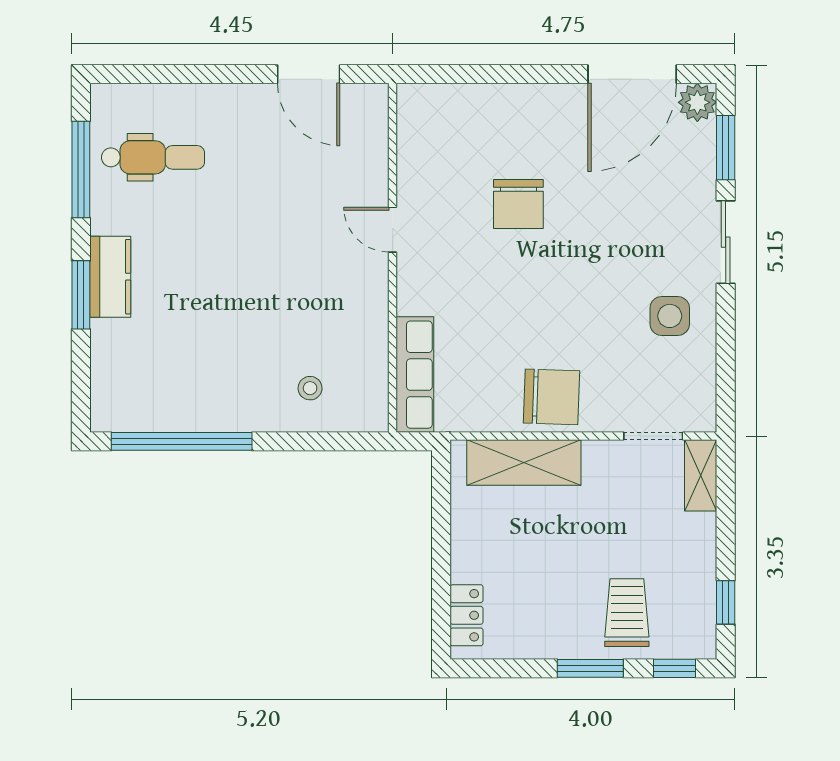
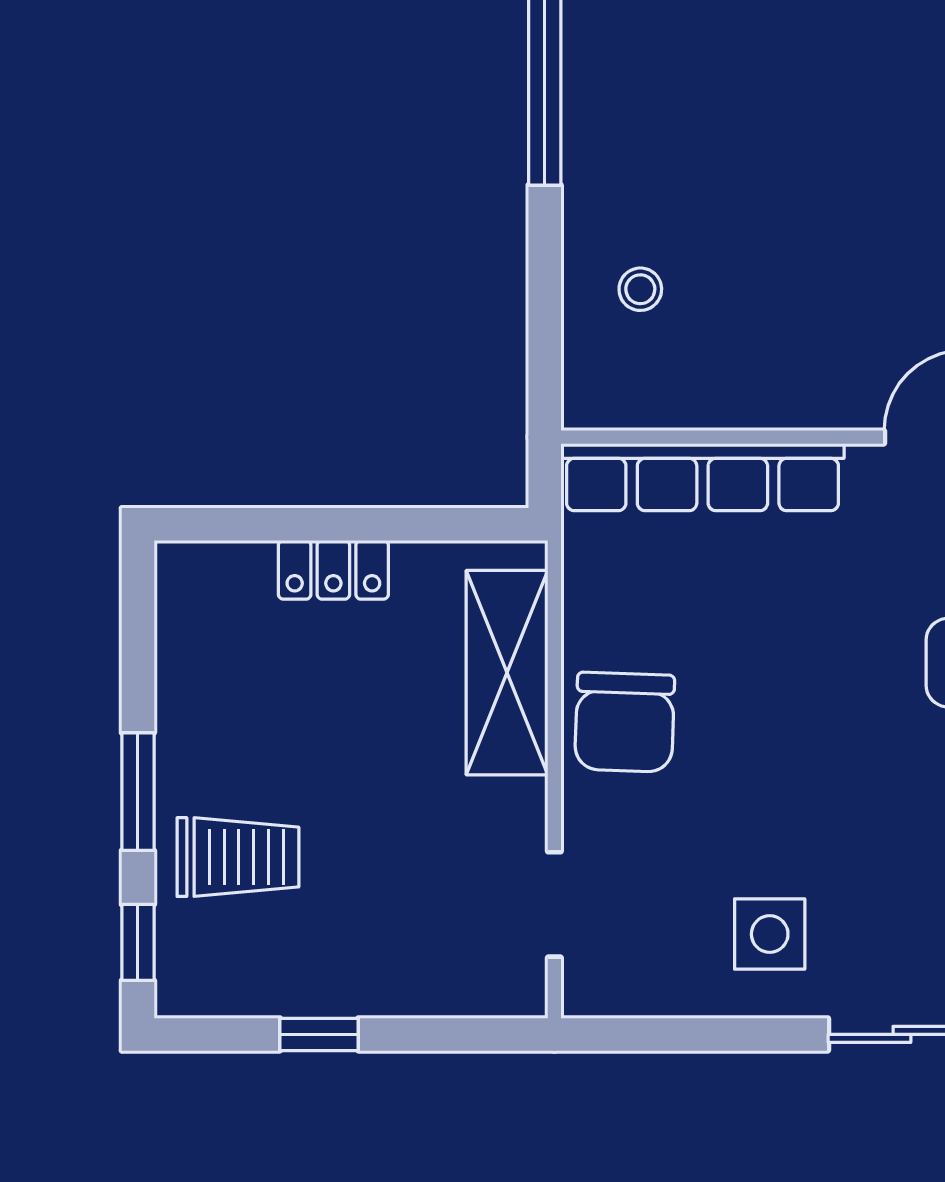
row of seats: (415, 375) -> (702, 477), width x1.36
shelving: (701, 475) -> (484, 989), removed
window: (726, 602) -> (319, 1034), moved
locker: (467, 615) -> (333, 570), moved

